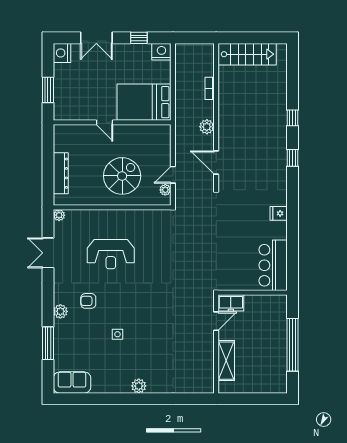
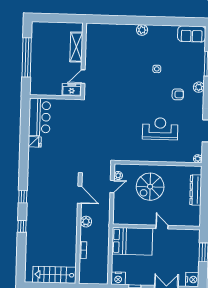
fridge: (279, 213) -> (35, 142), moved

